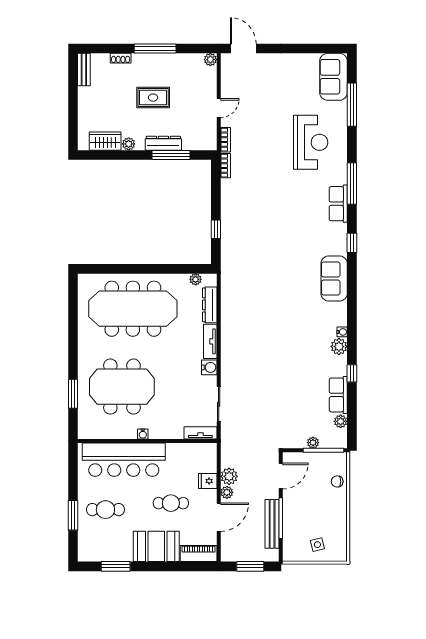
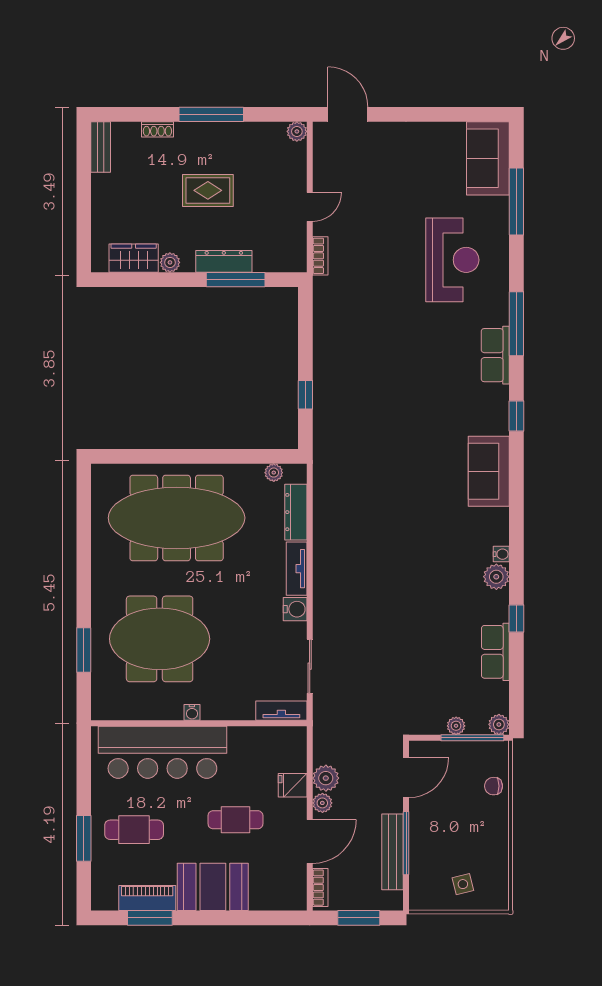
bookcase: (225, 166) -> (320, 888), moved
plant: (341, 421) -> (499, 724), moved
piano: (199, 554) -> (147, 898), moved

